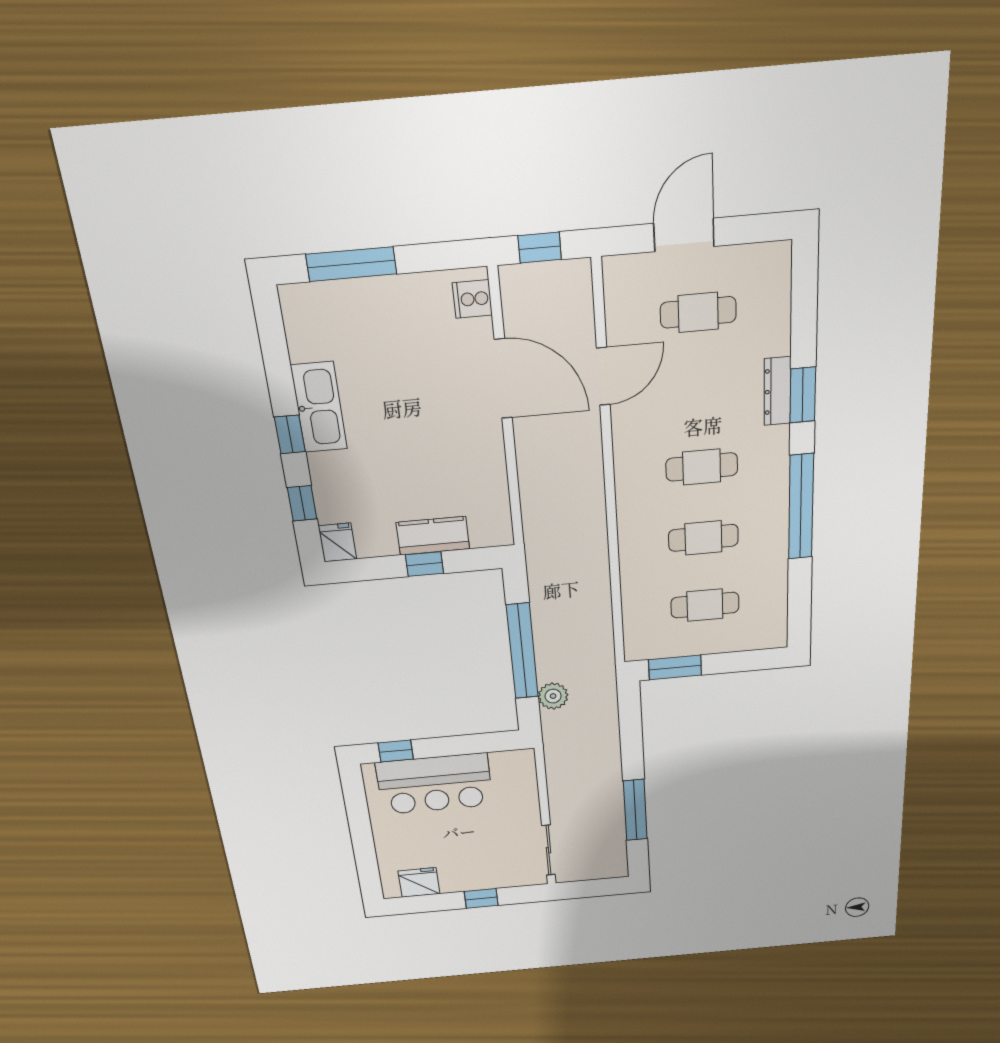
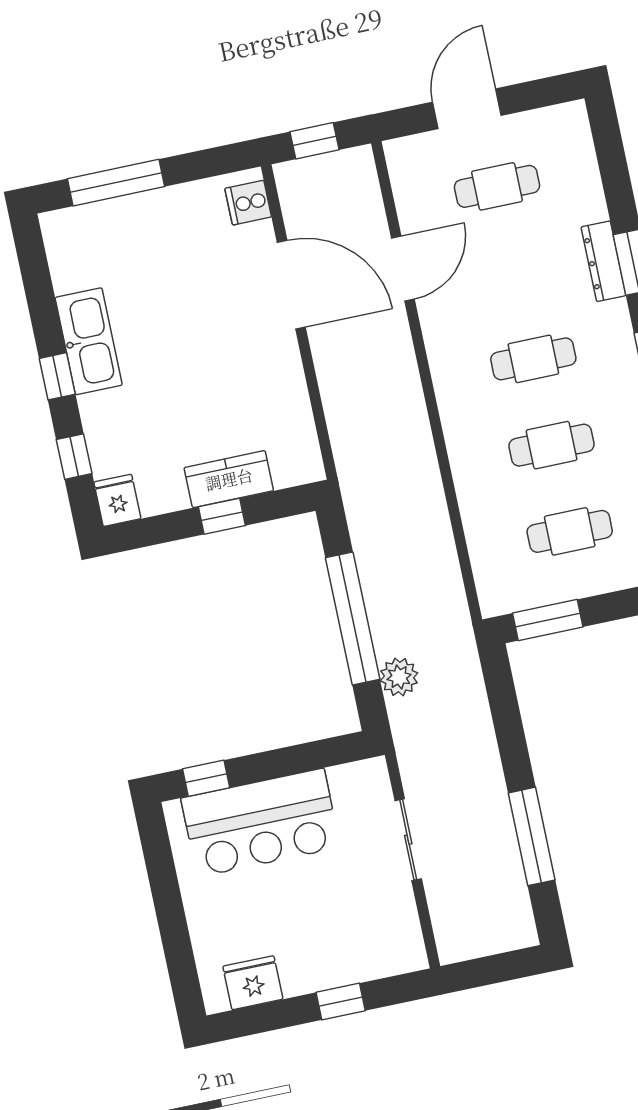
sliding door: (549, 850) -> (408, 840), moved

